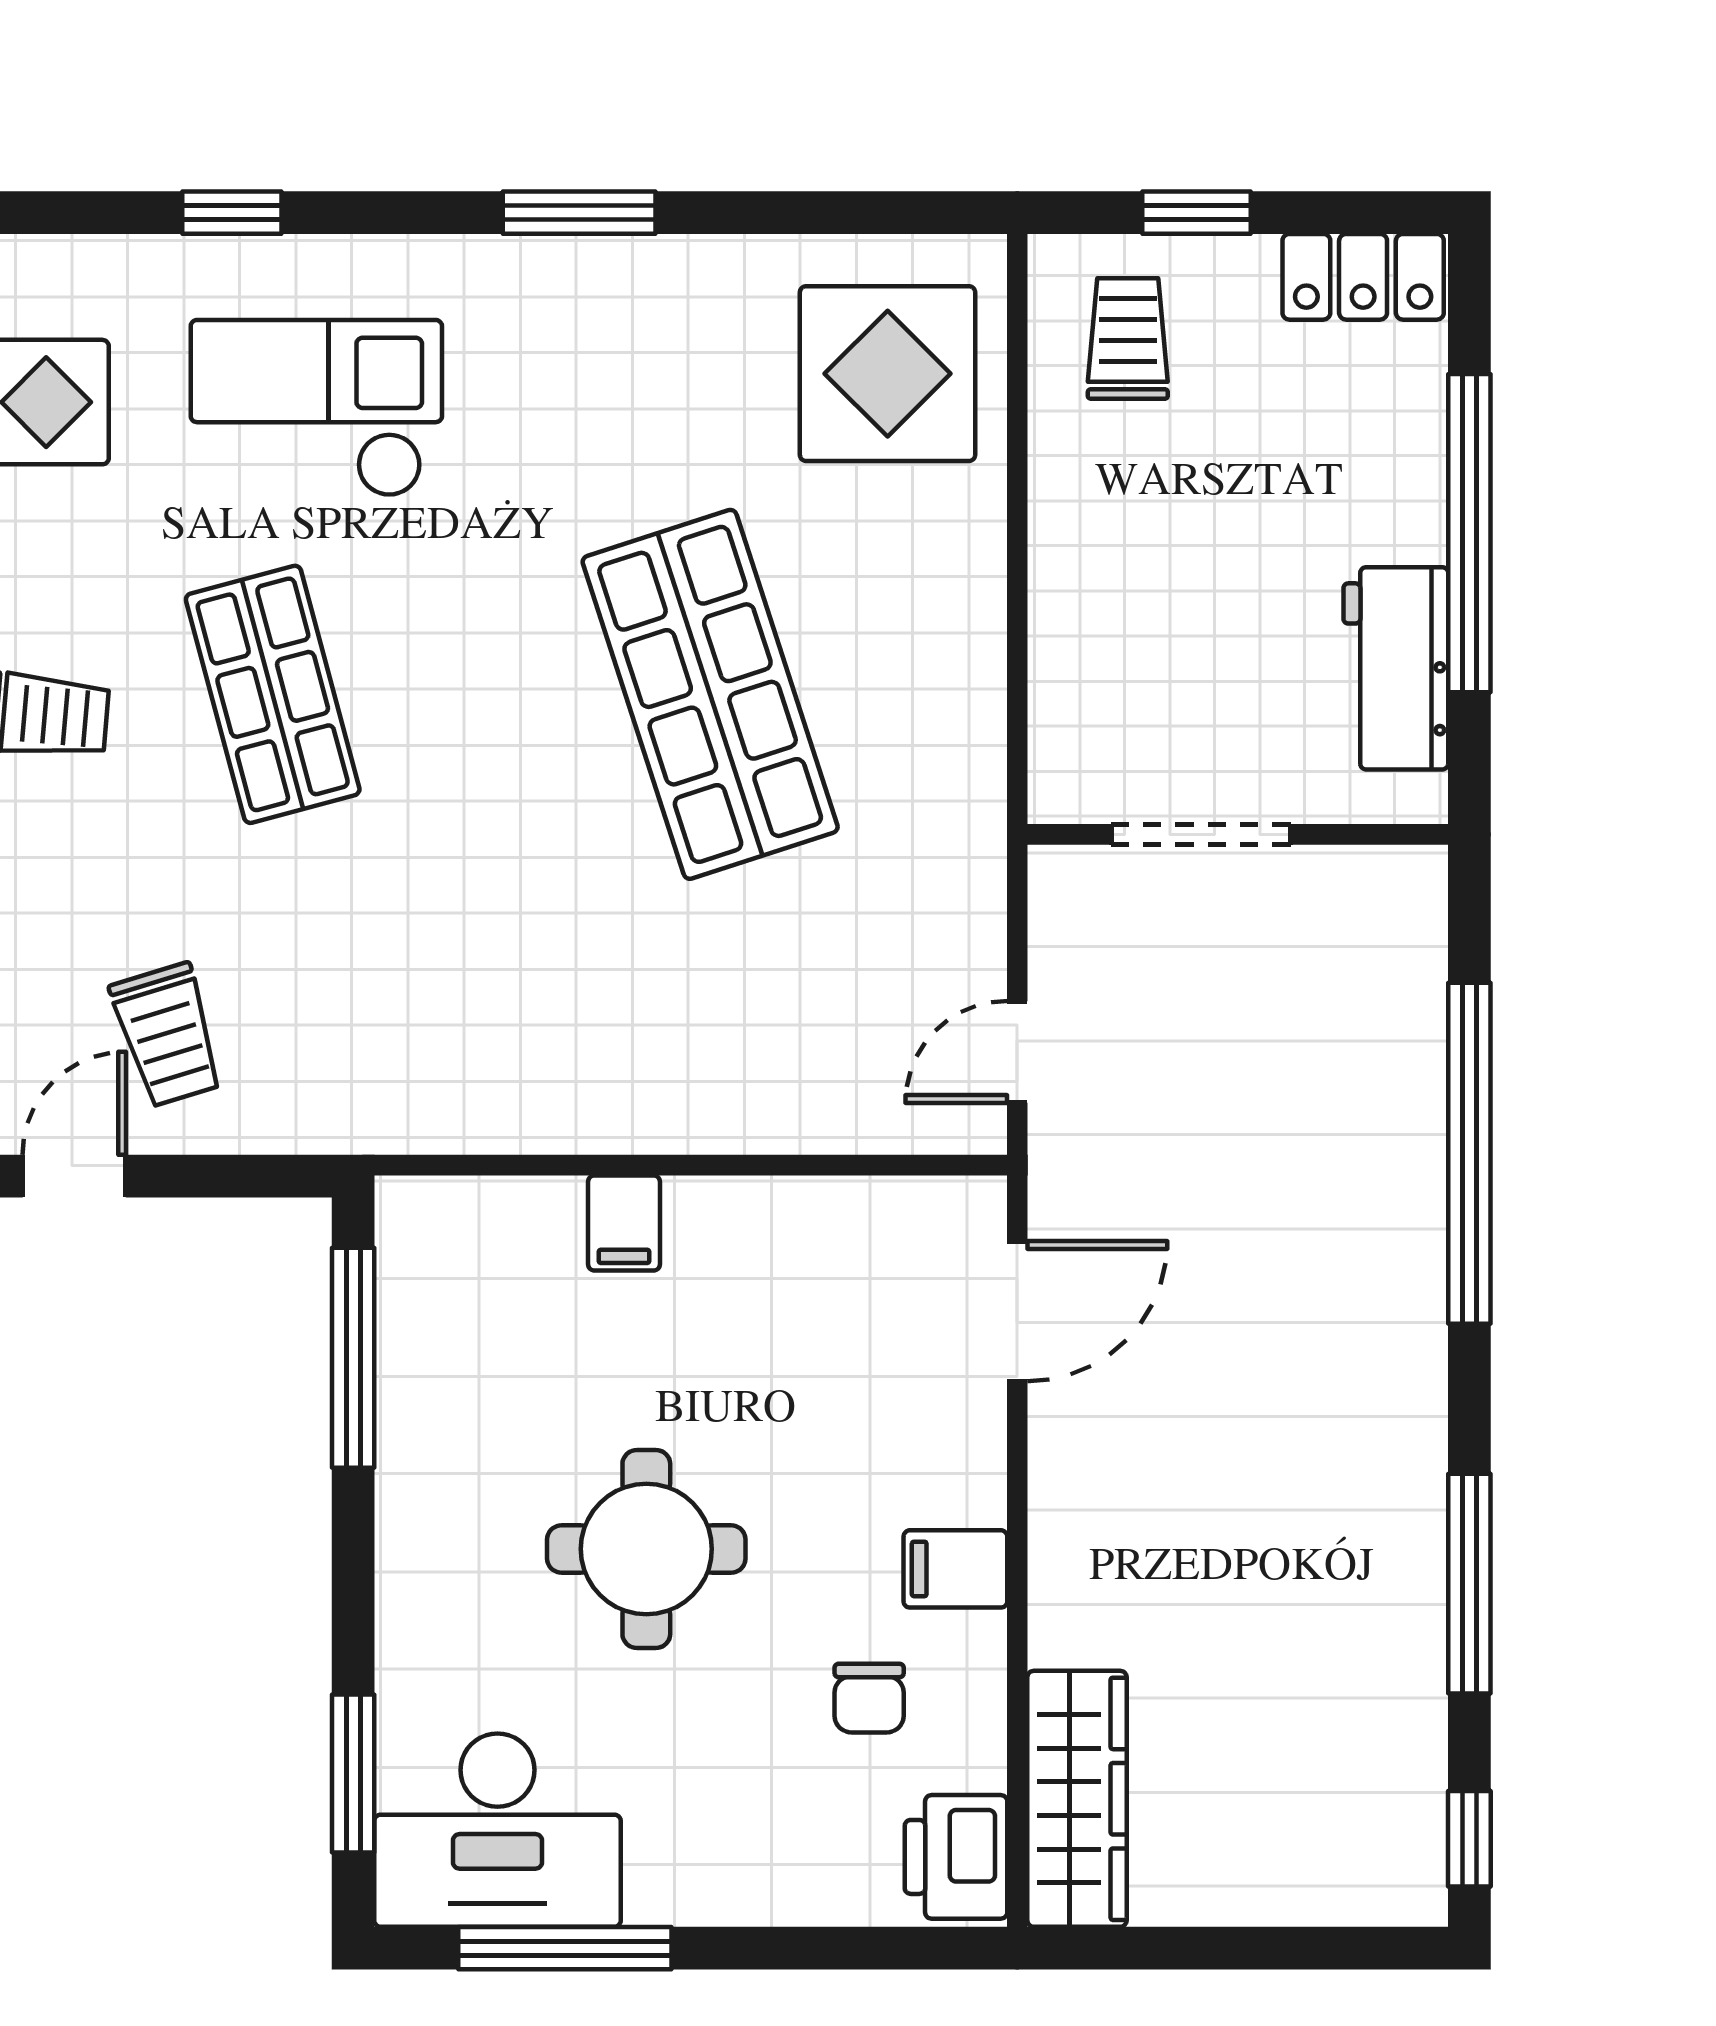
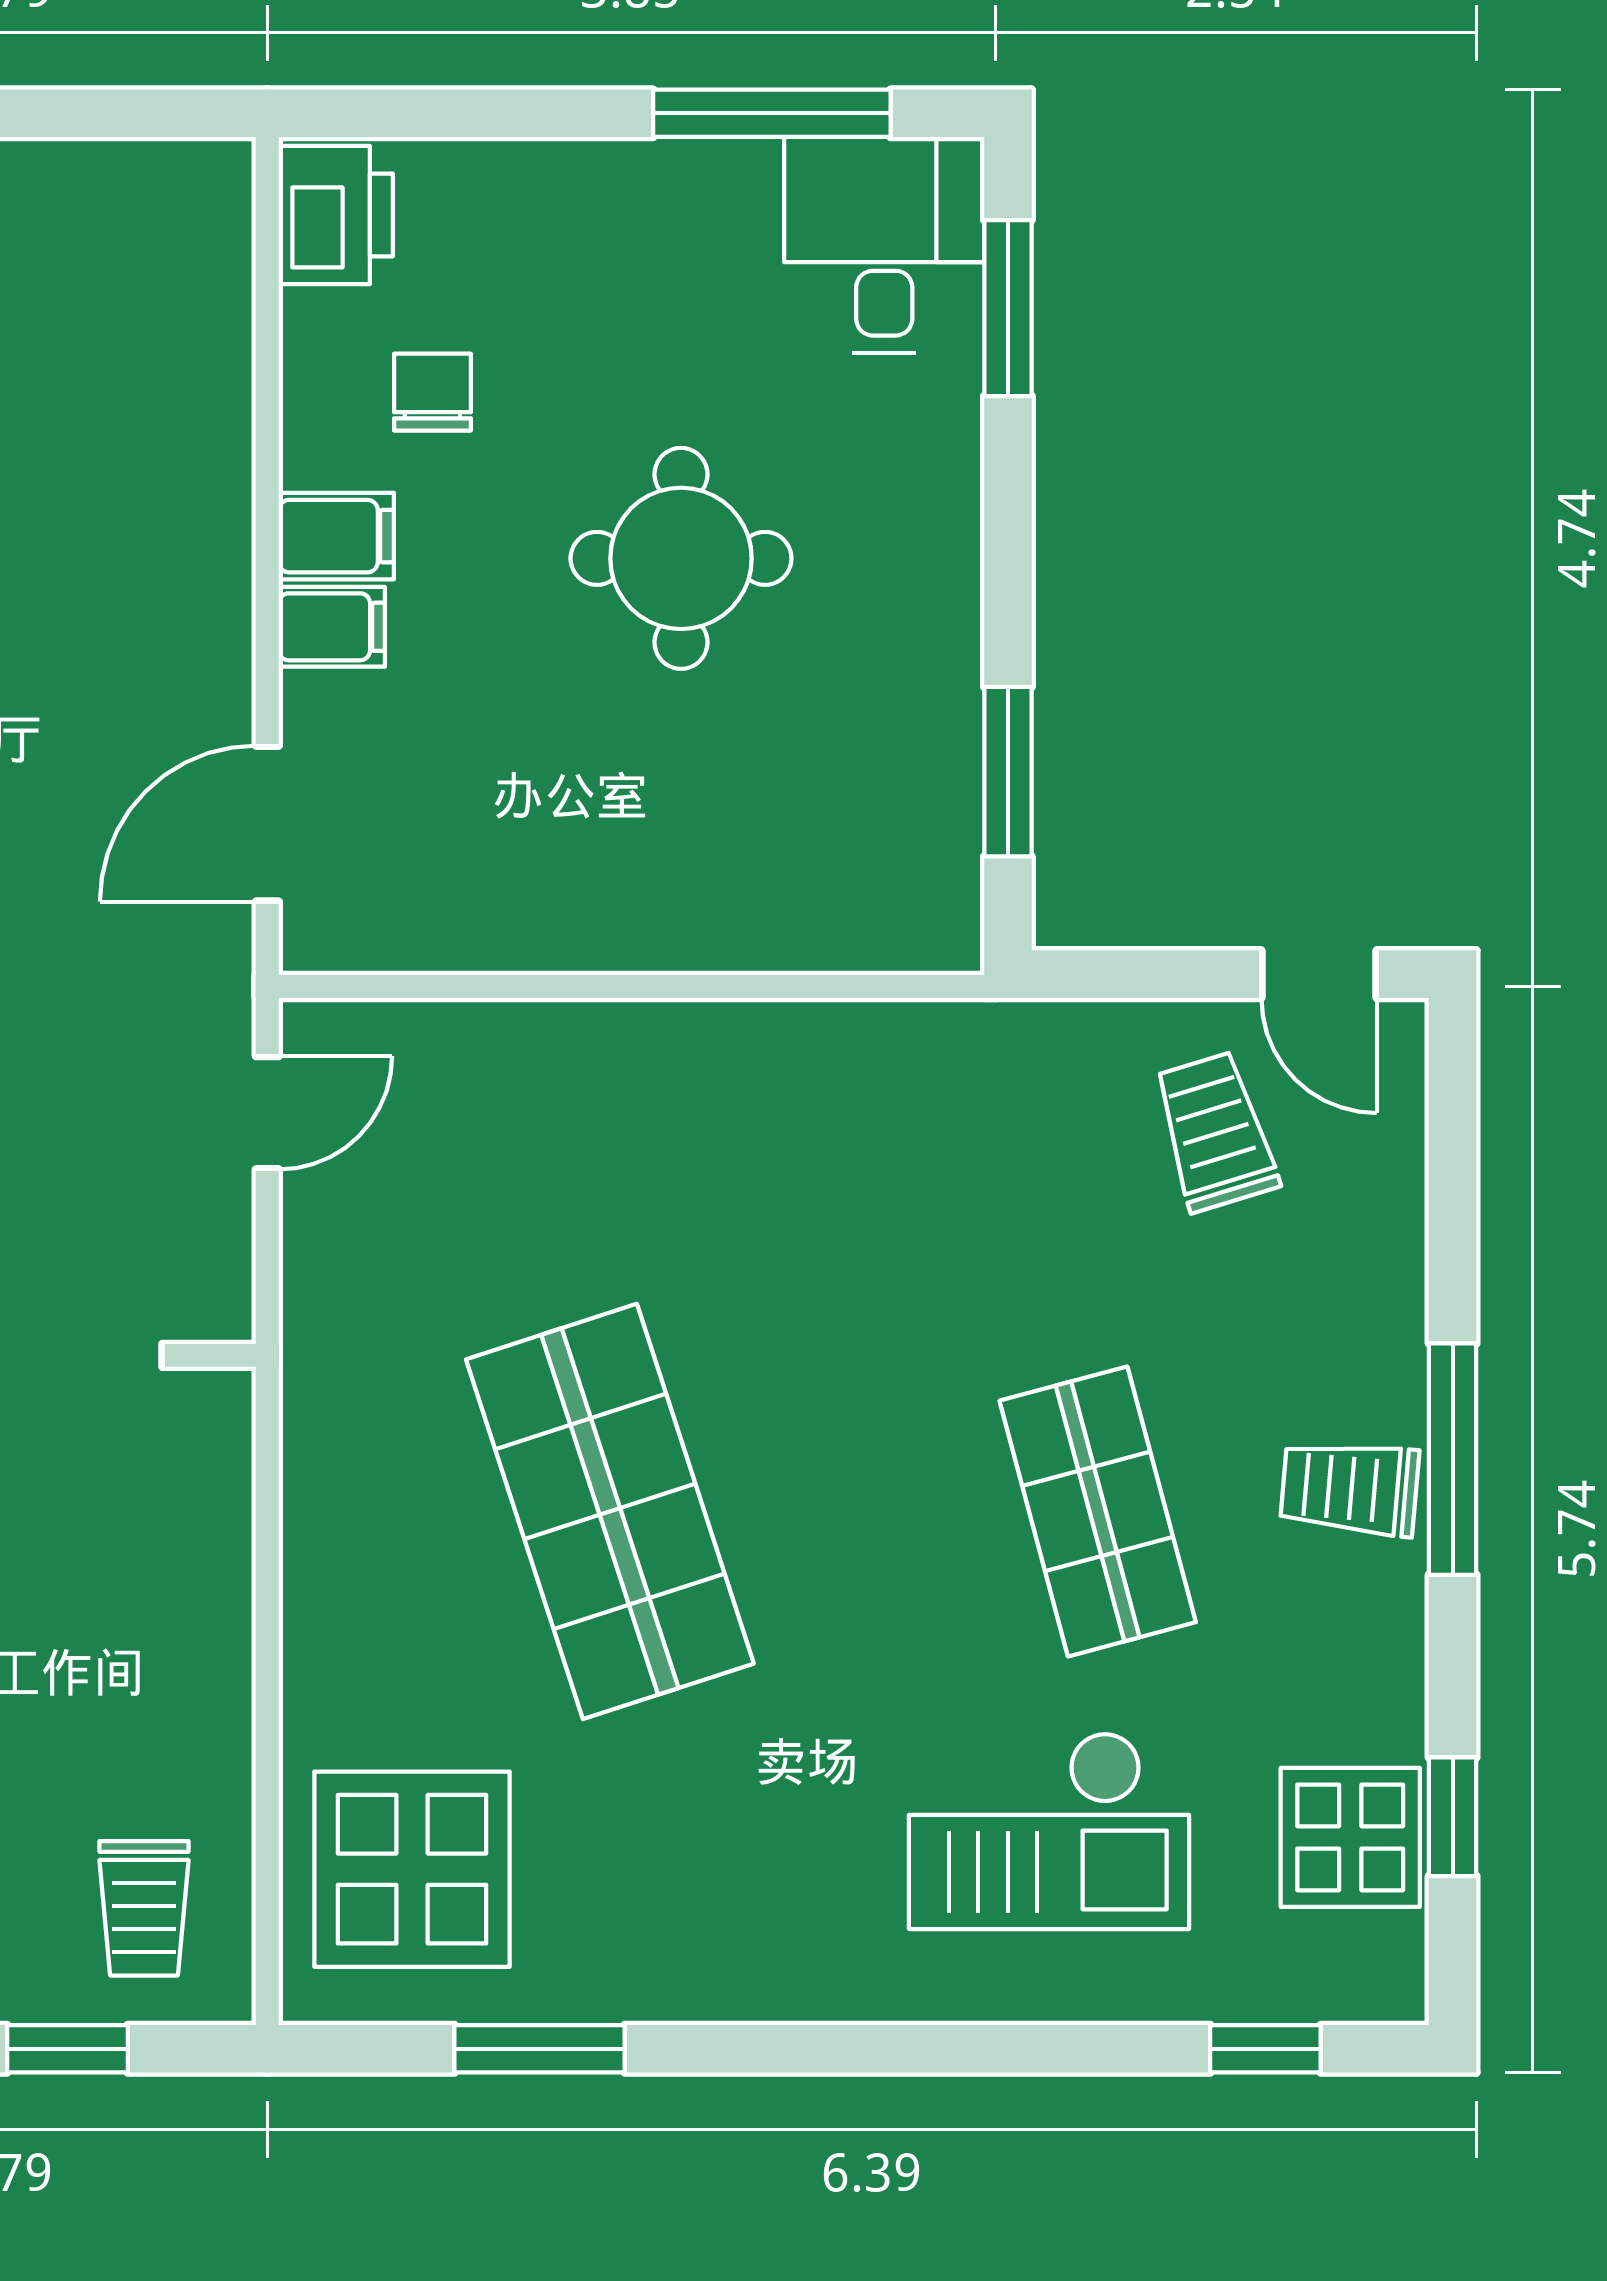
window: (232, 213) -> (1265, 2049), moved
window: (579, 213) -> (540, 2049), moved
door: (74, 1176) -> (1319, 974), hinge flipped
filing cabinet: (624, 1223) -> (332, 627), moved, turned 90
window: (353, 1358) -> (1008, 772), width x0.69
wardrobe: (1077, 1799) -> (201, 280), removed
desk: (497, 1830) -> (884, 245), width x0.73

